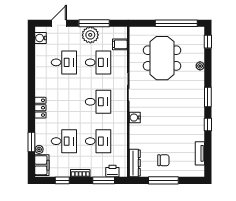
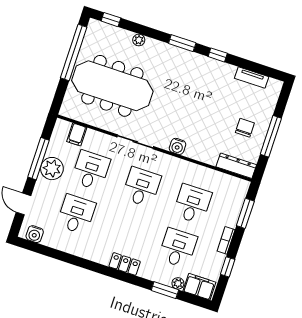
meeting table: (162, 58) -> (112, 86), width x1.36
printer: (112, 171) -> (237, 198), removed

